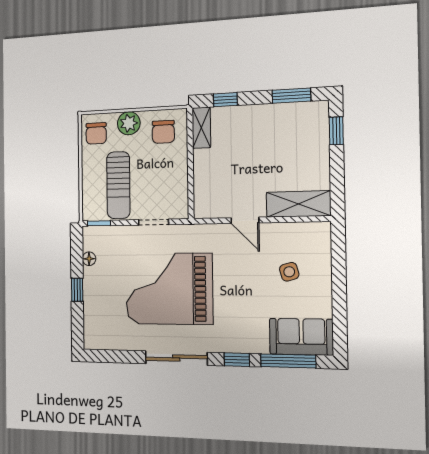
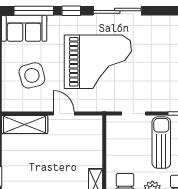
side table: (289, 272) -> (32, 75), width x1.87, depth x1.87
grand piano: (169, 289) -> (98, 62), moved

